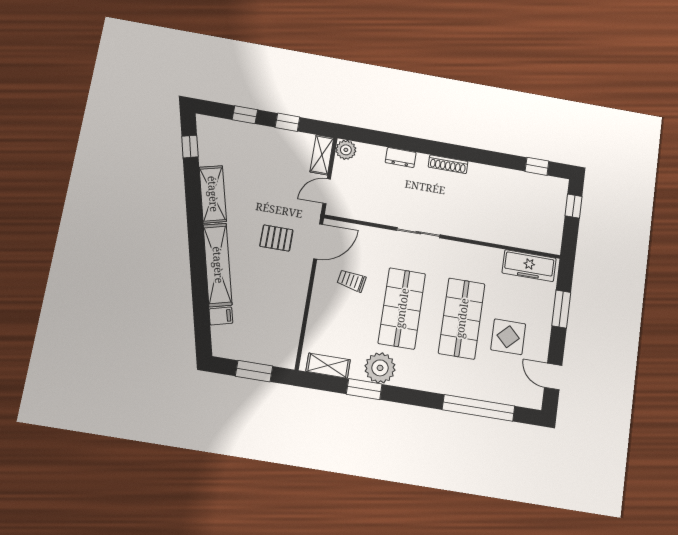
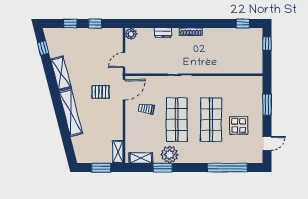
shelving: (322, 155) -> (118, 152), moved
freezer: (529, 266) -> (245, 83), removed
filing cabinet: (221, 316) -> (78, 141), removed
door: (553, 376) -> (267, 143), swing flipped

